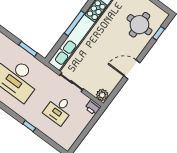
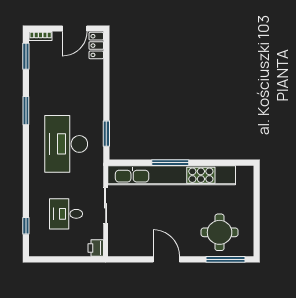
window: (159, 33) -> (225, 259), width x2.17
plant: (102, 95) -> (116, 248), removed
window: (29, 126) -> (26, 226), moved

